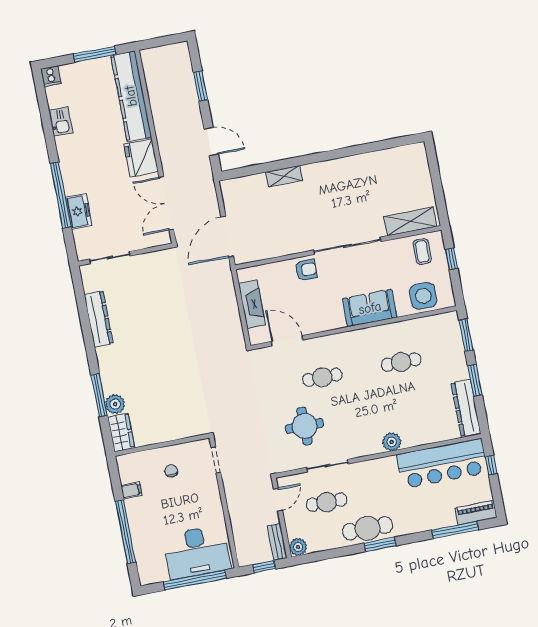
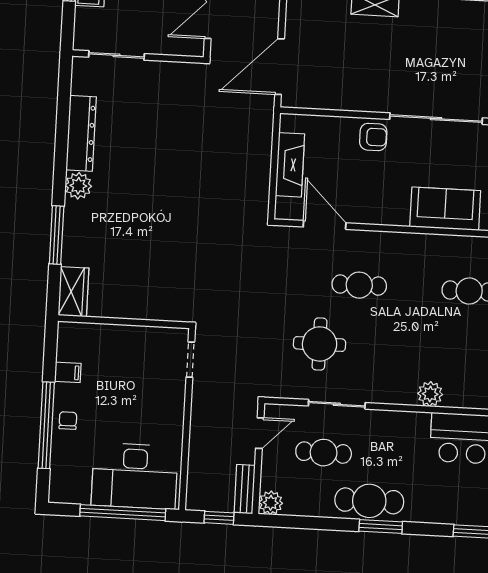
plant: (115, 404) -> (78, 186), moved
chair: (171, 471) -> (68, 421), moved

